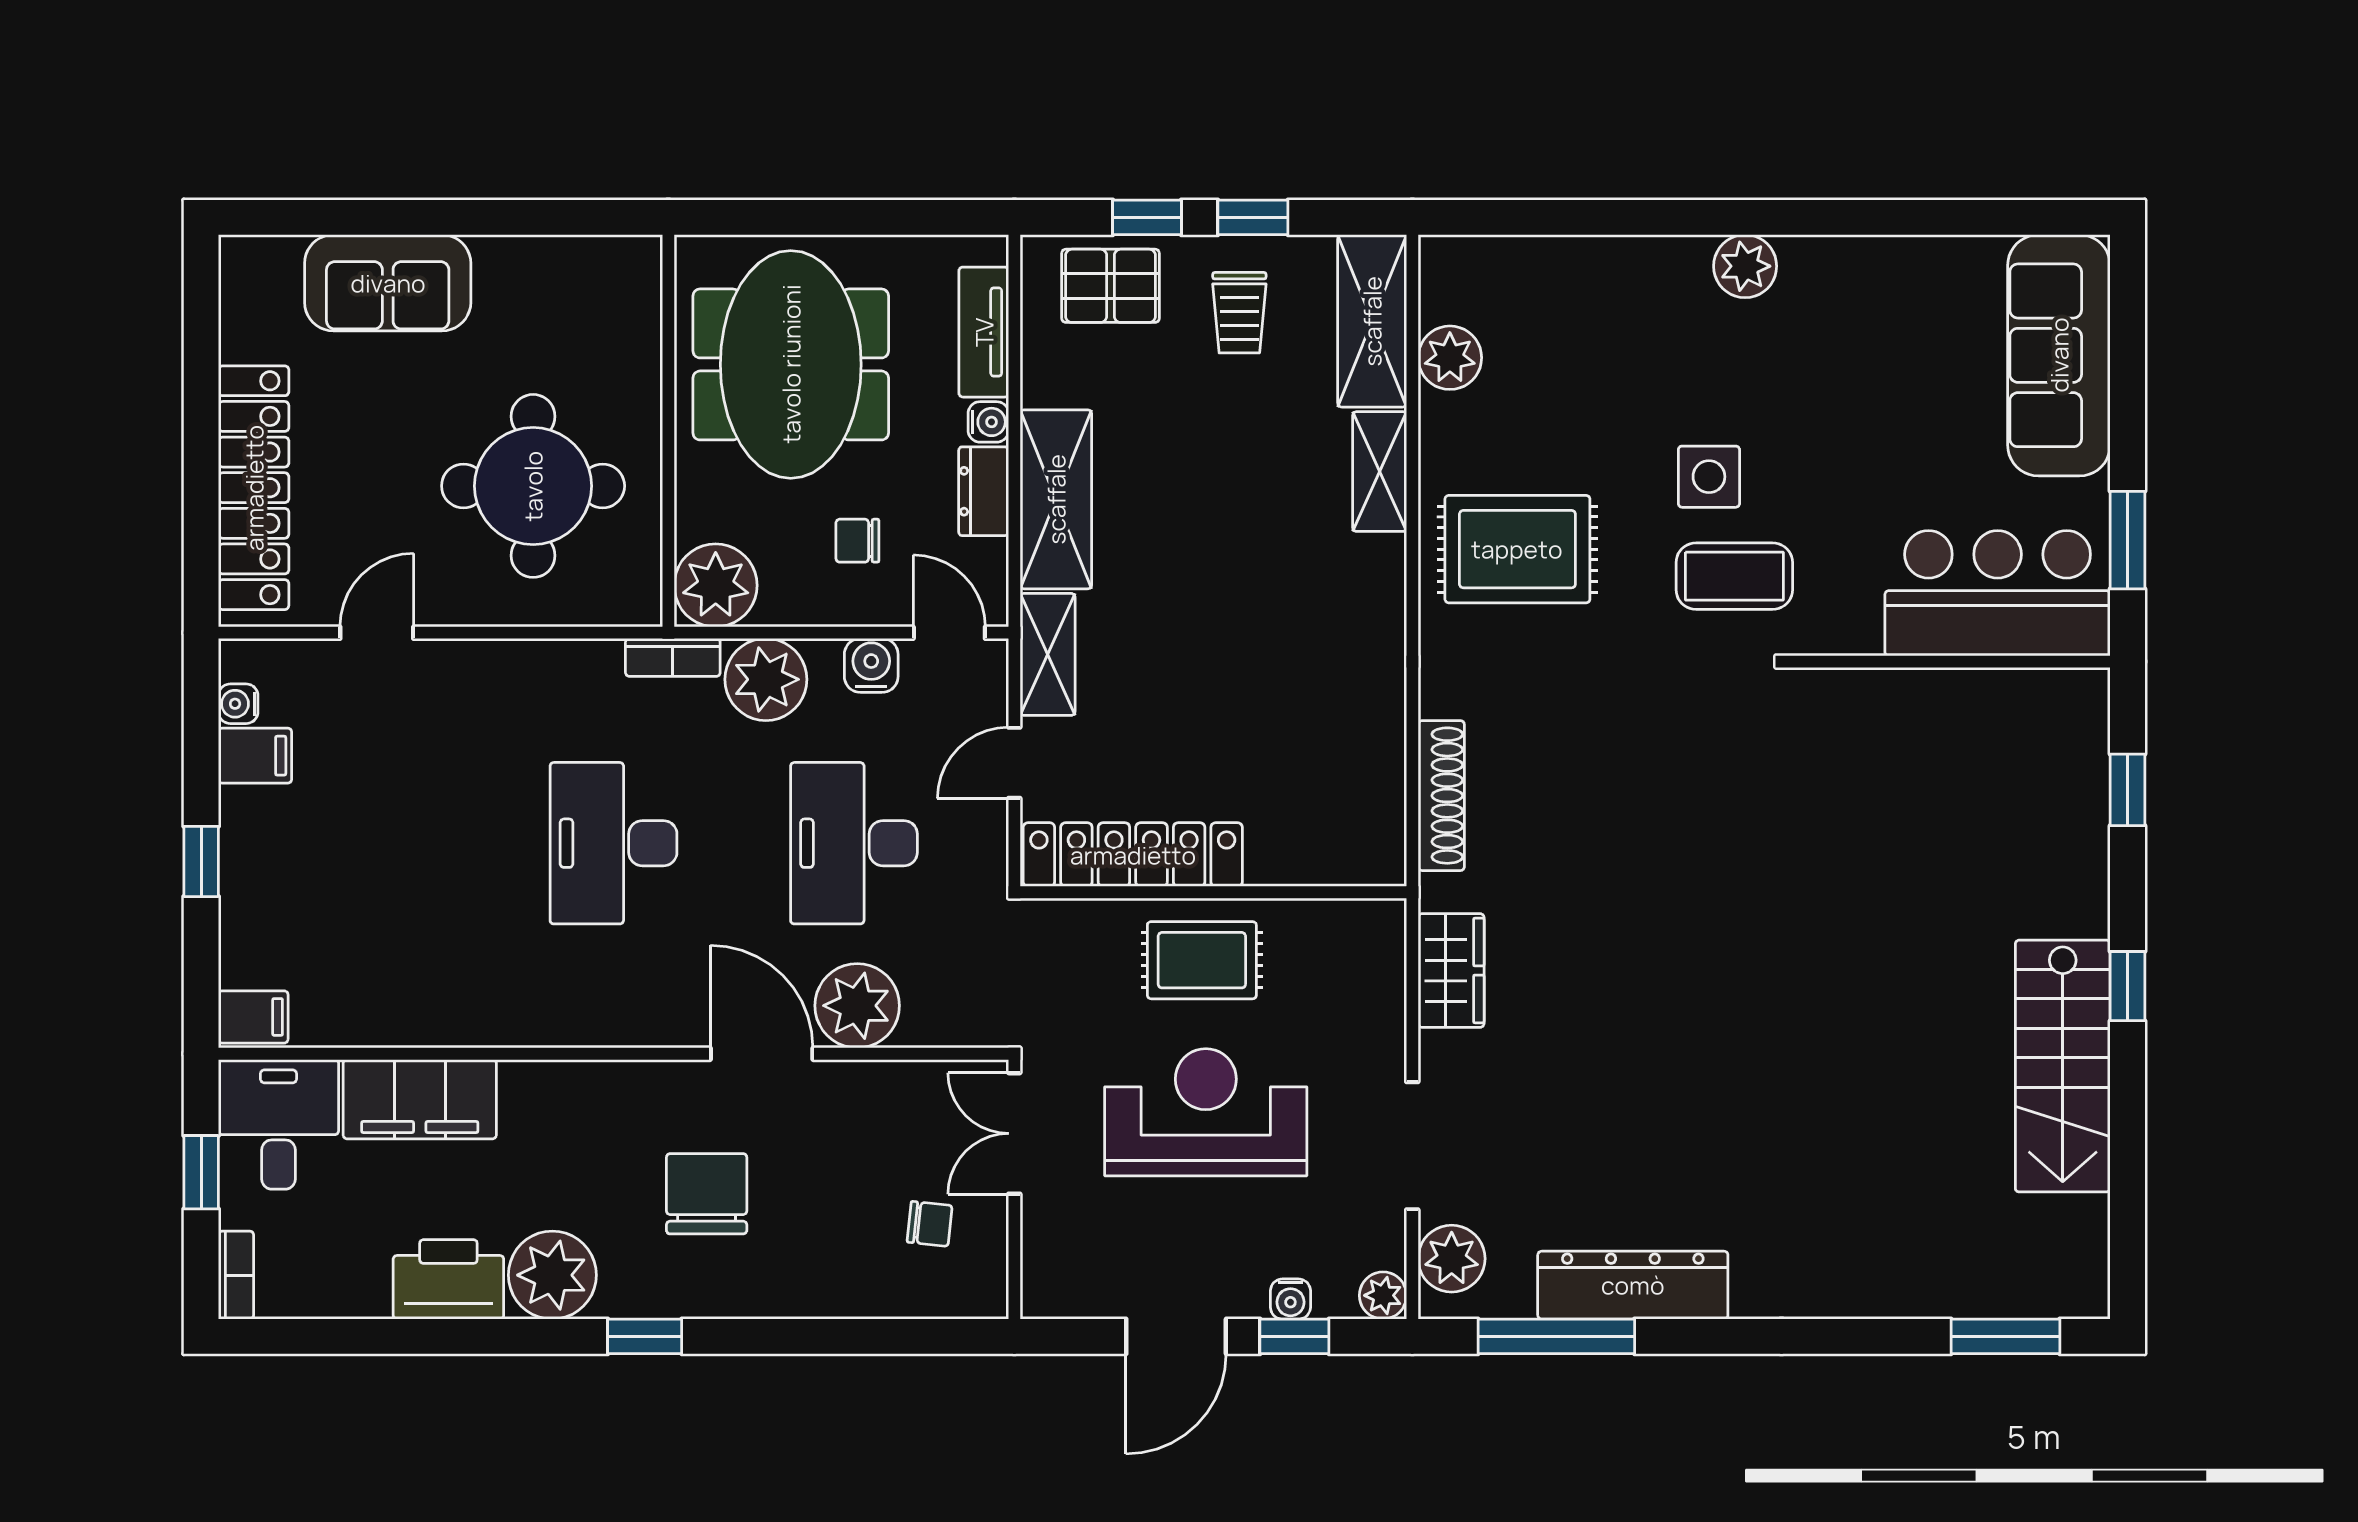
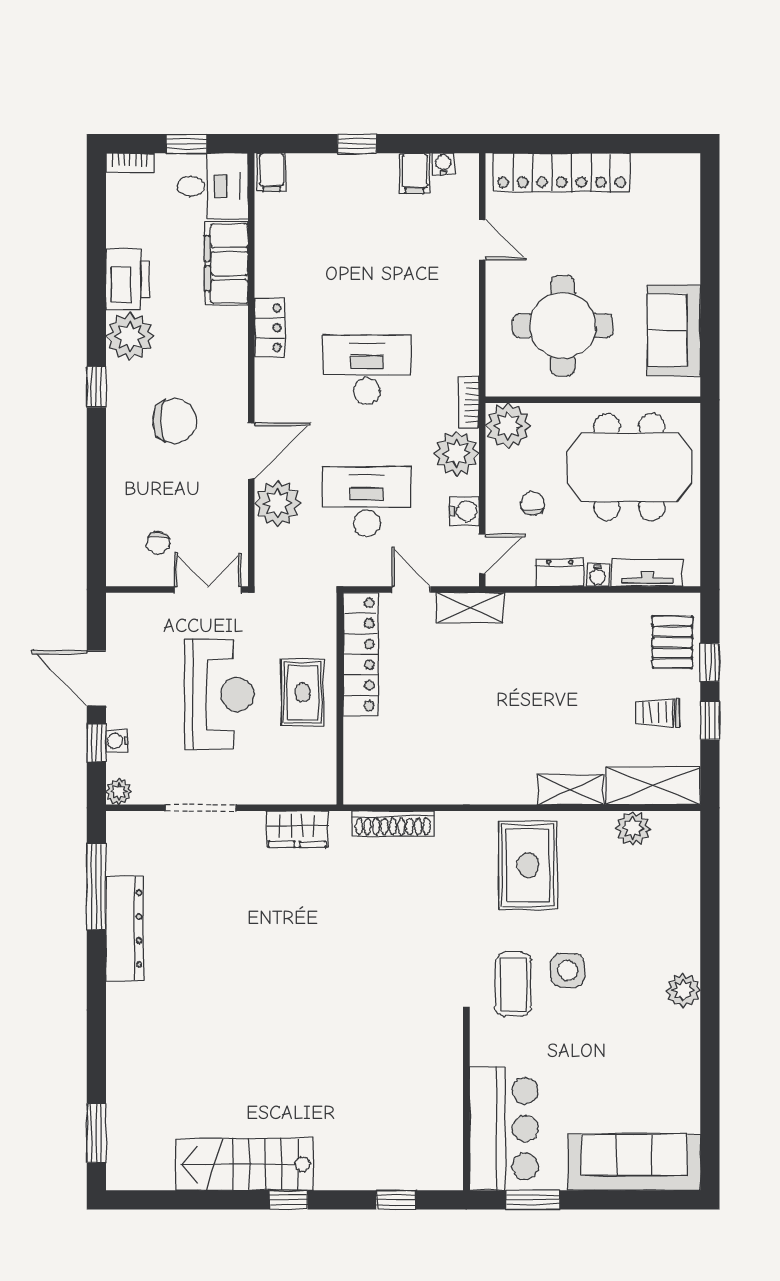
sofa: (388, 283) -> (674, 330), moved
shelving: (1056, 499) -> (555, 612), removed
locker: (537, 1021) -> (270, 328), added
plant: (1452, 1259) -> (139, 829), removed

